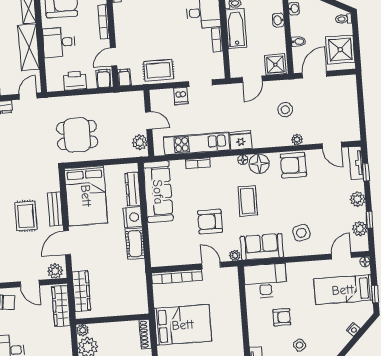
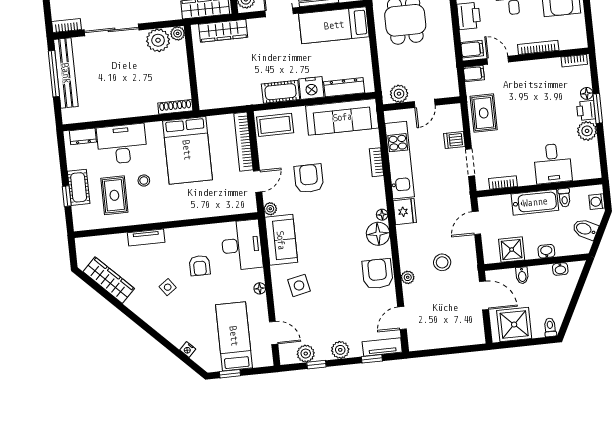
bookcase: (217, 40) -> (503, 182), moved
shower: (275, 65) -> (512, 250), moved
door: (252, 79) -> (476, 223), hinge flipped
bed: (86, 196) -> (334, 25), width x0.67
coffee table: (248, 201) -> (275, 125), moved
floor lamp: (365, 262) -> (260, 288), moved

